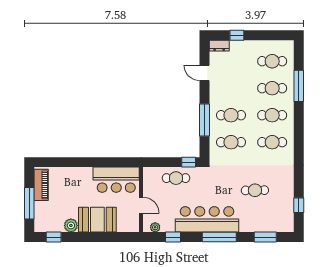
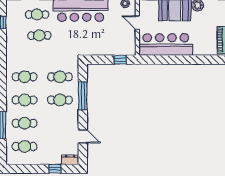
window: (189, 162) -> (120, 60), moved
cafe table: (176, 178) -> (37, 15), moved
bar counter: (116, 180) -> (166, 45), width x1.36

